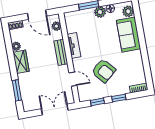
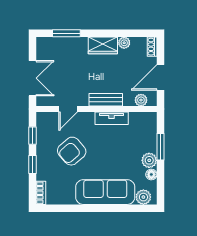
sofa: (129, 35) -> (105, 192), width x1.36

